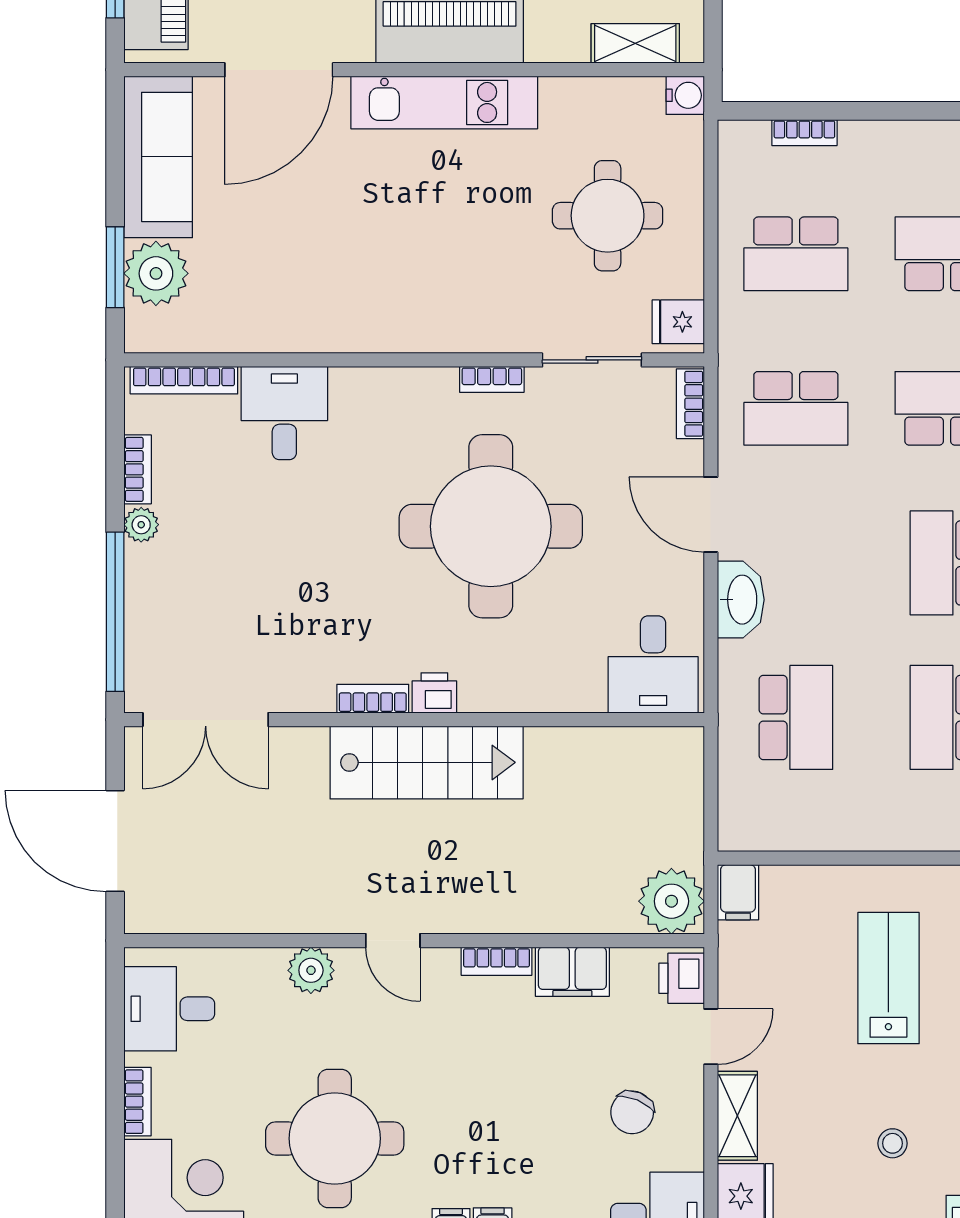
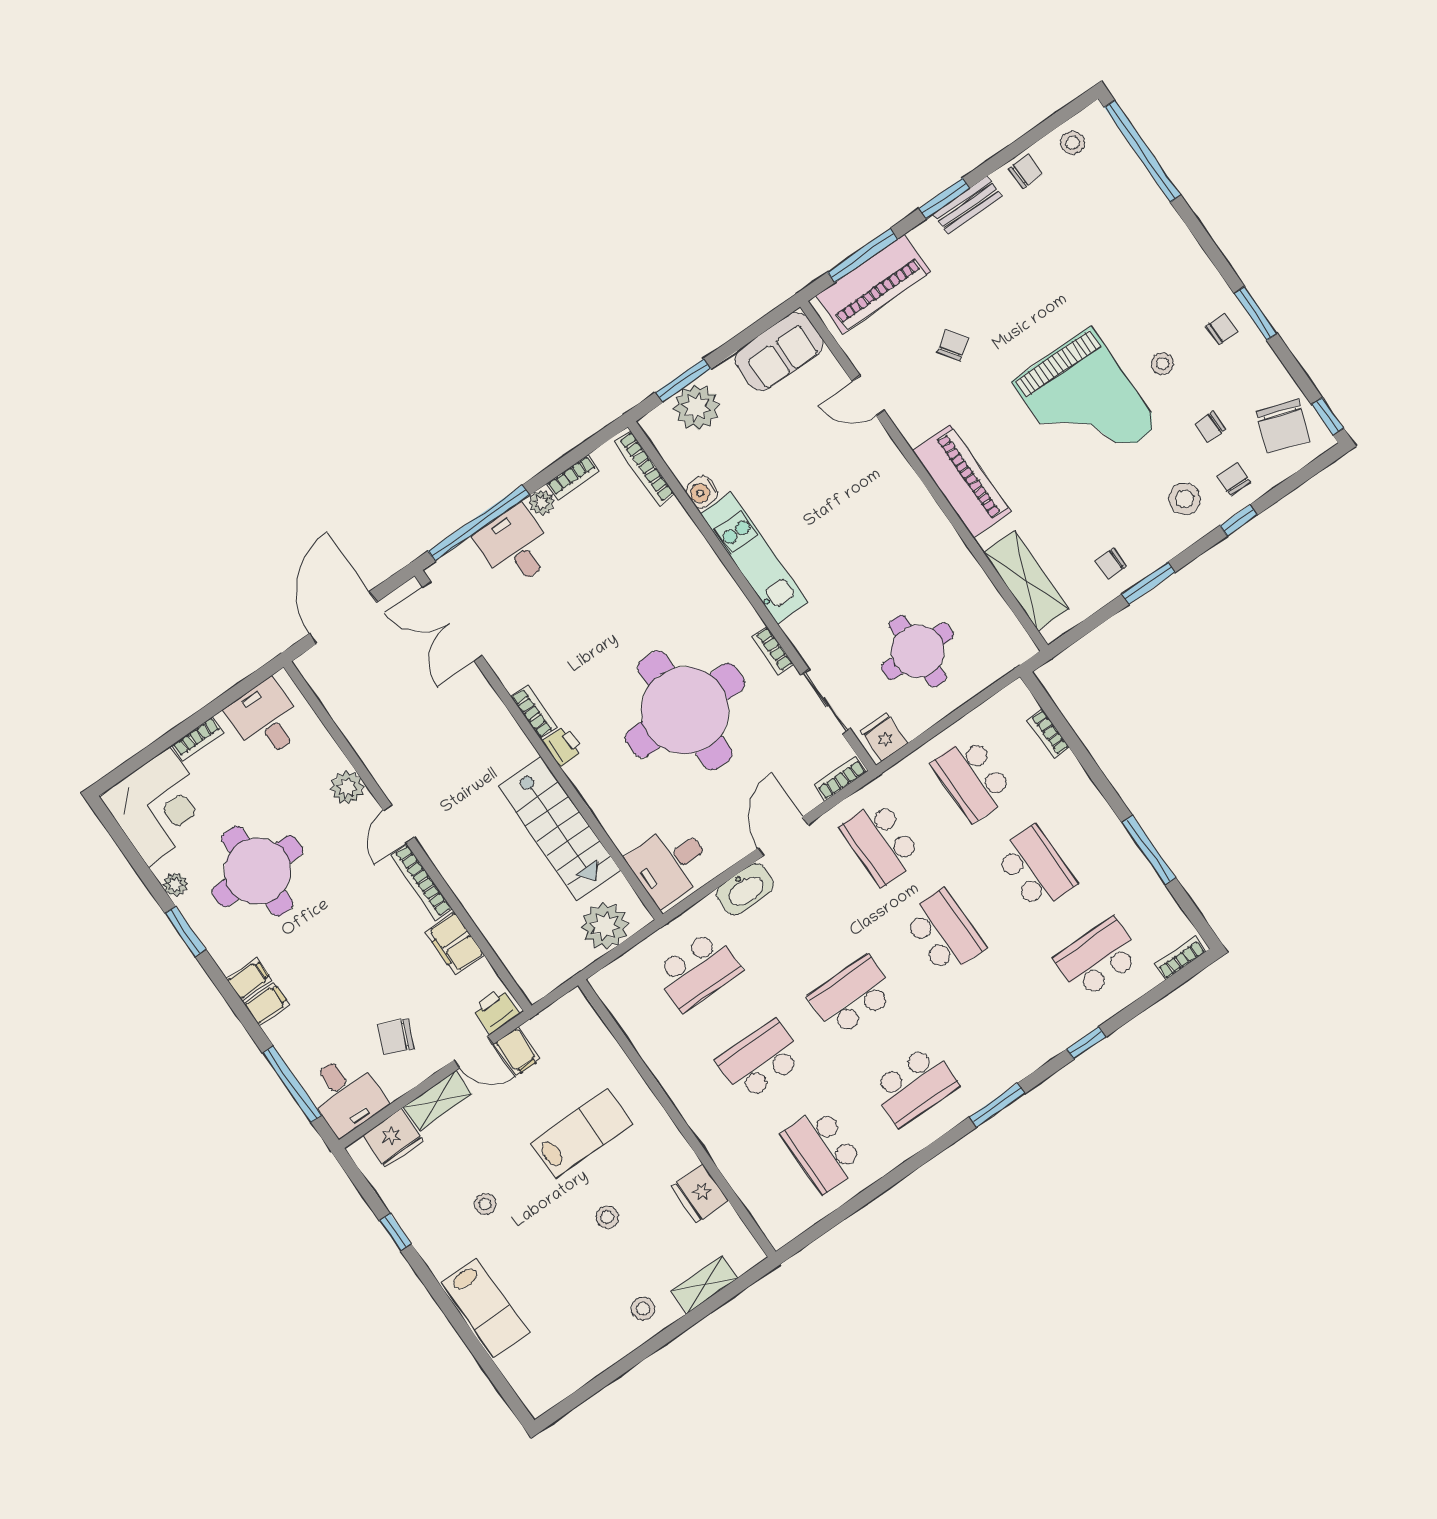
shelving: (635, 43) -> (1026, 581), width x1.50, depth x1.33
door: (279, 70) -> (868, 396), width x0.53
water cooler: (685, 95) -> (702, 492), moved, turned 90
kitchen unit: (444, 102) -> (754, 558), moved, turned 180
sofa: (158, 157) -> (779, 351), width x0.73
desk: (284, 413) -> (515, 546), moved, turned -90
stairs: (427, 762) -> (559, 829), moved
filing cabinet: (738, 892) -> (517, 1052), moved, turned -90
plant: (671, 901) -> (605, 926), moved
bookcase: (497, 961) -> (421, 882), width x1.56

